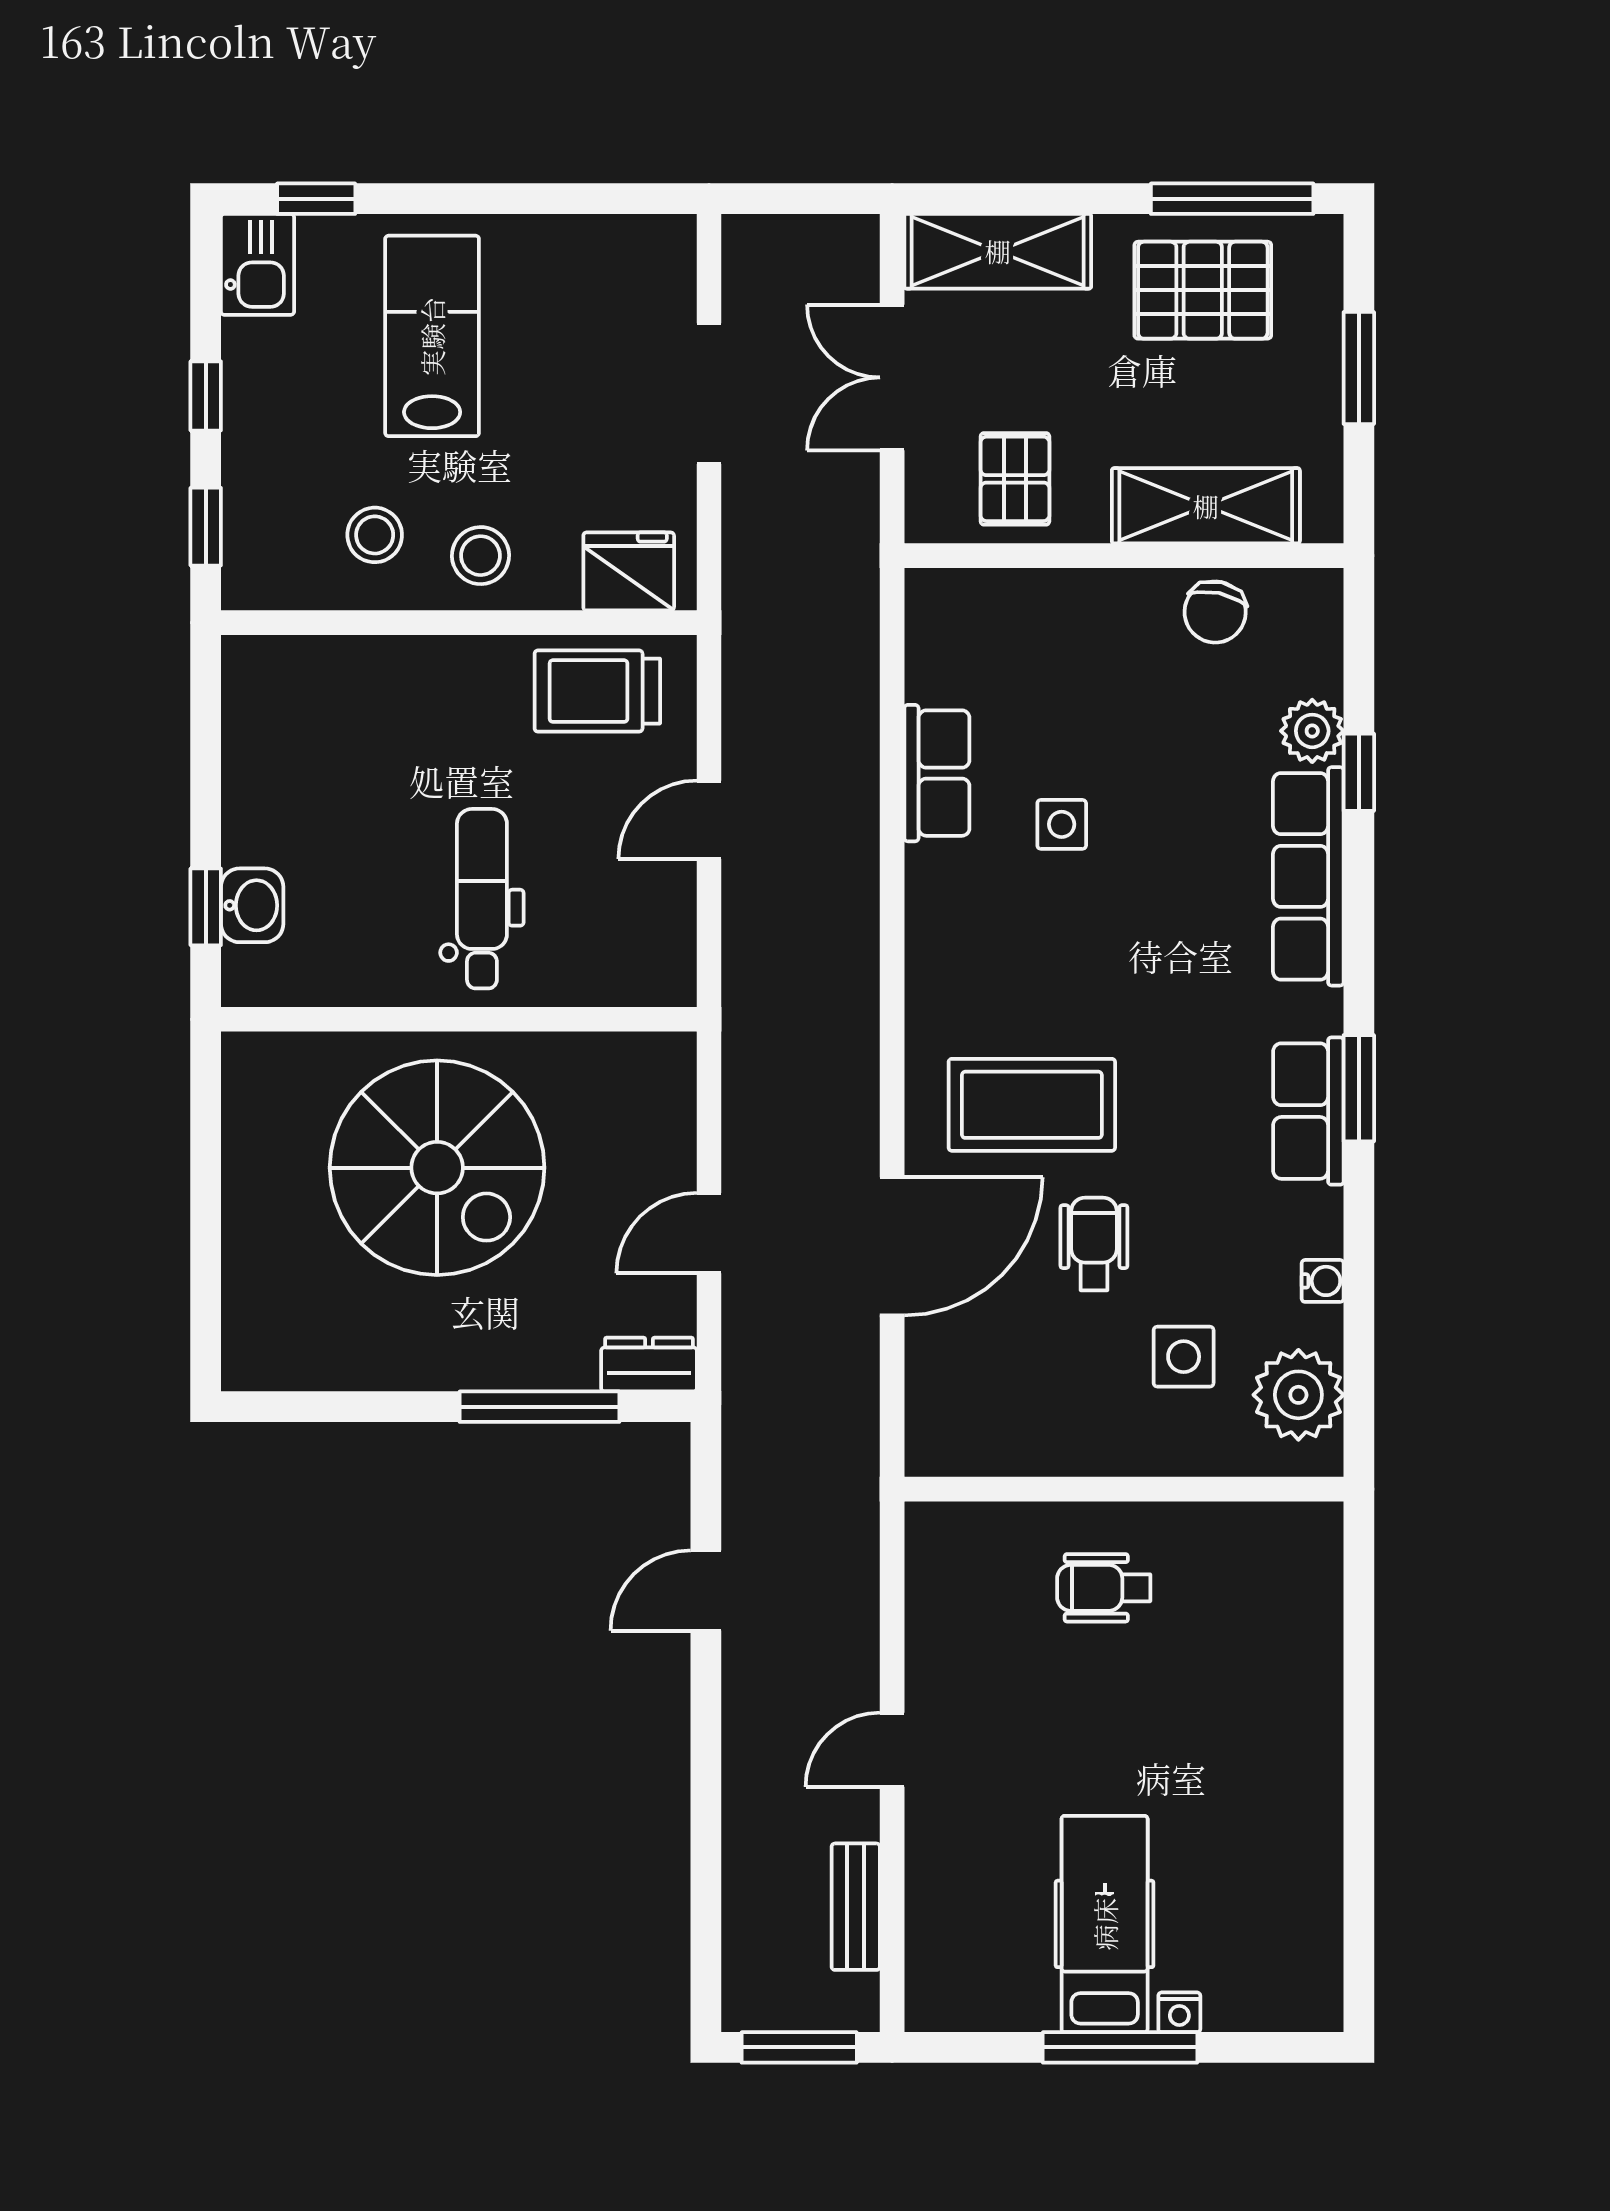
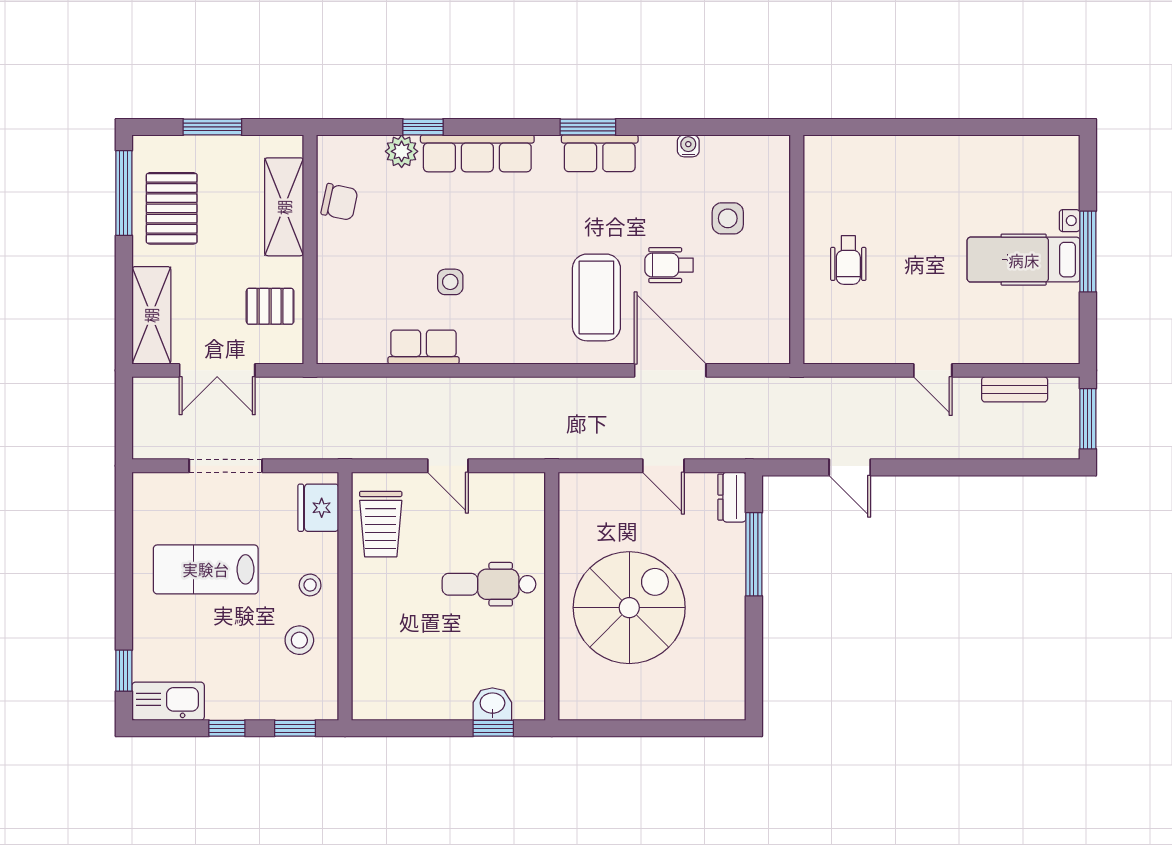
kitchen sink: (257, 264) -> (168, 701), width x1.38
lab bench: (432, 336) -> (206, 569), moved
stool: (480, 556) -> (310, 585), width x0.73, depth x0.73
plant: (1298, 1395) -> (748, 158), removed

